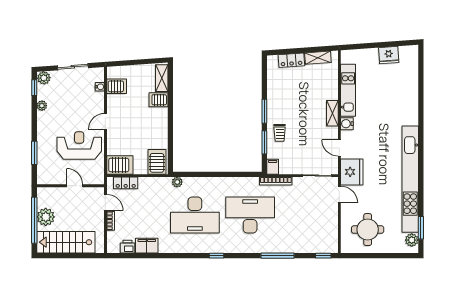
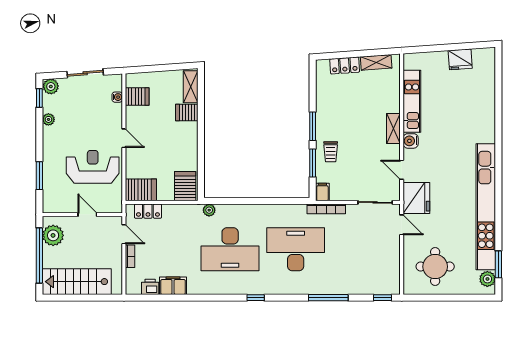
door: (105, 121) -> (124, 138), swing flipped
plant: (46, 217) -> (53, 235), moved

